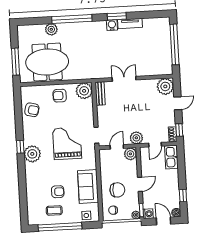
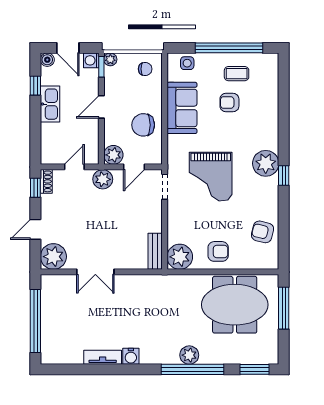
window: (117, 16) -> (254, 369), moved
plant: (51, 29) -> (189, 355), moved
double door: (124, 79) -> (95, 272), moved
kitchen sink: (171, 157) -> (50, 104), moved
chair: (117, 190) -> (143, 125), moved

